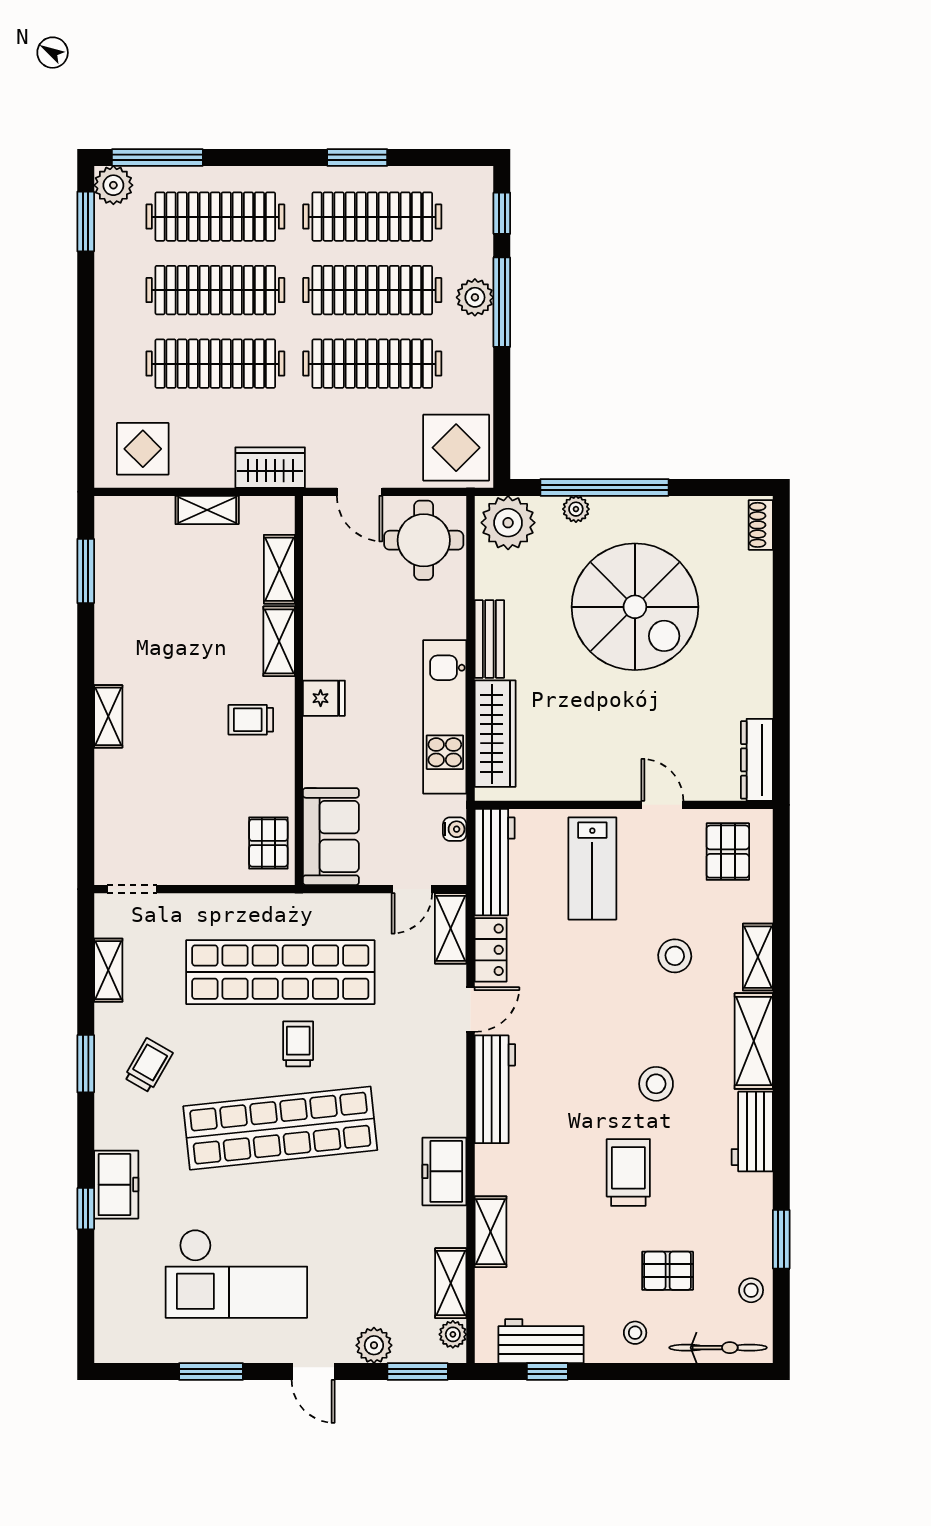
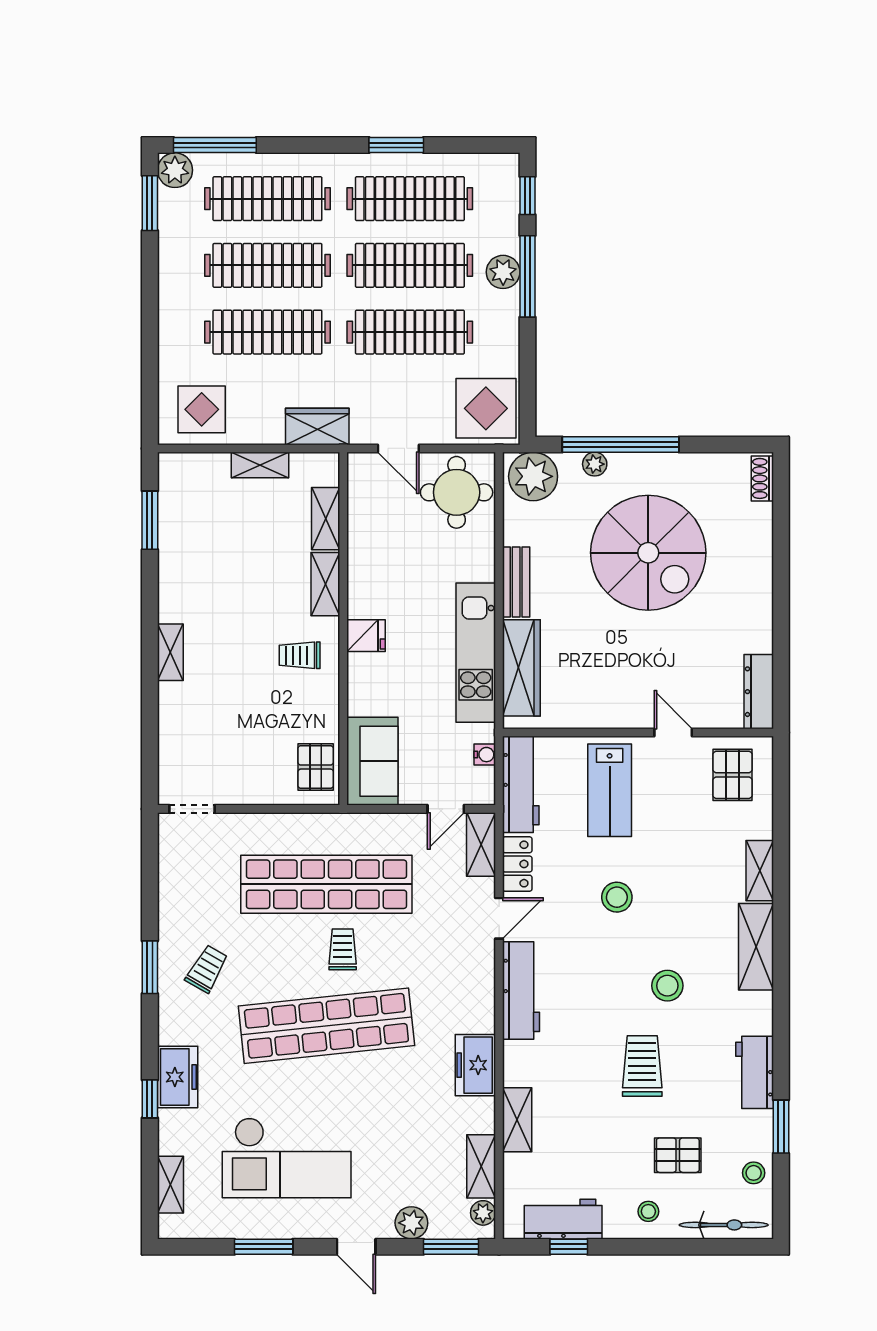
stool: (675, 956) -> (617, 897), moved
shelving: (108, 970) -> (170, 1185), moved
workbench: (752, 1132) -> (755, 1072), moved

